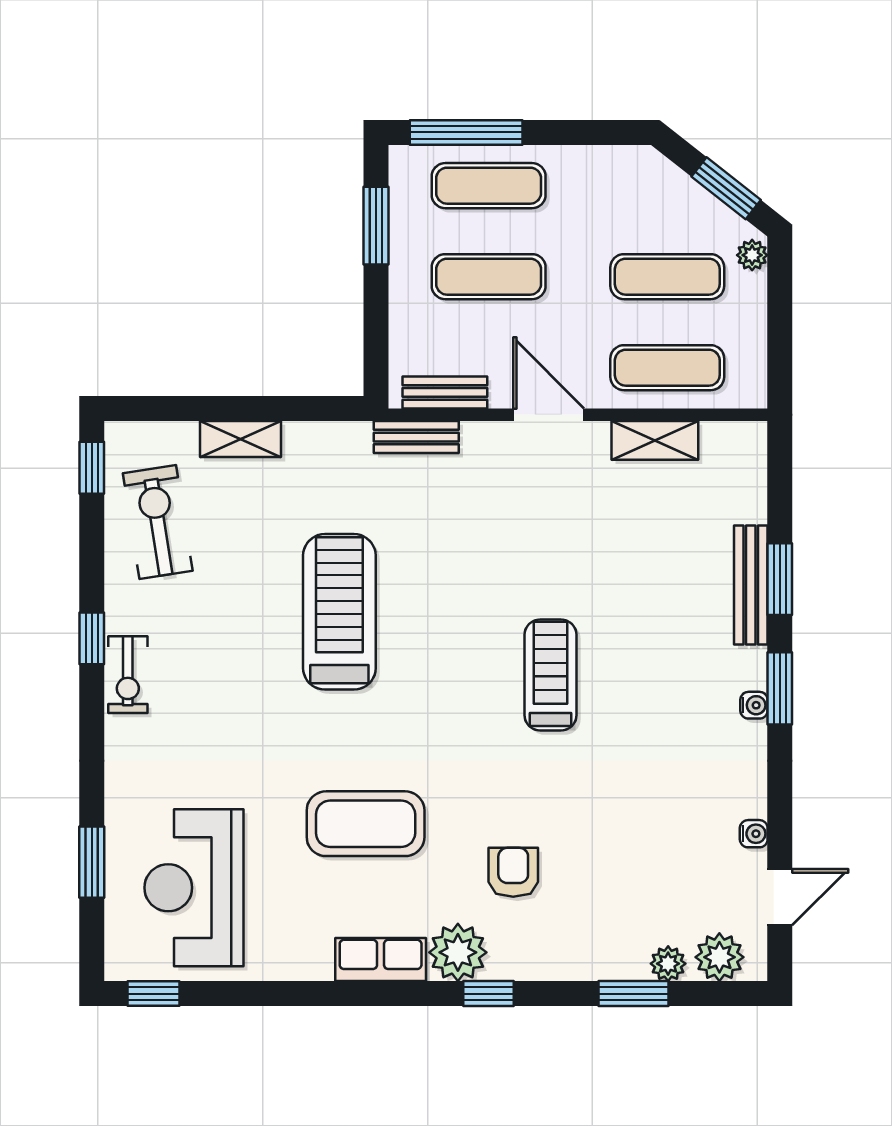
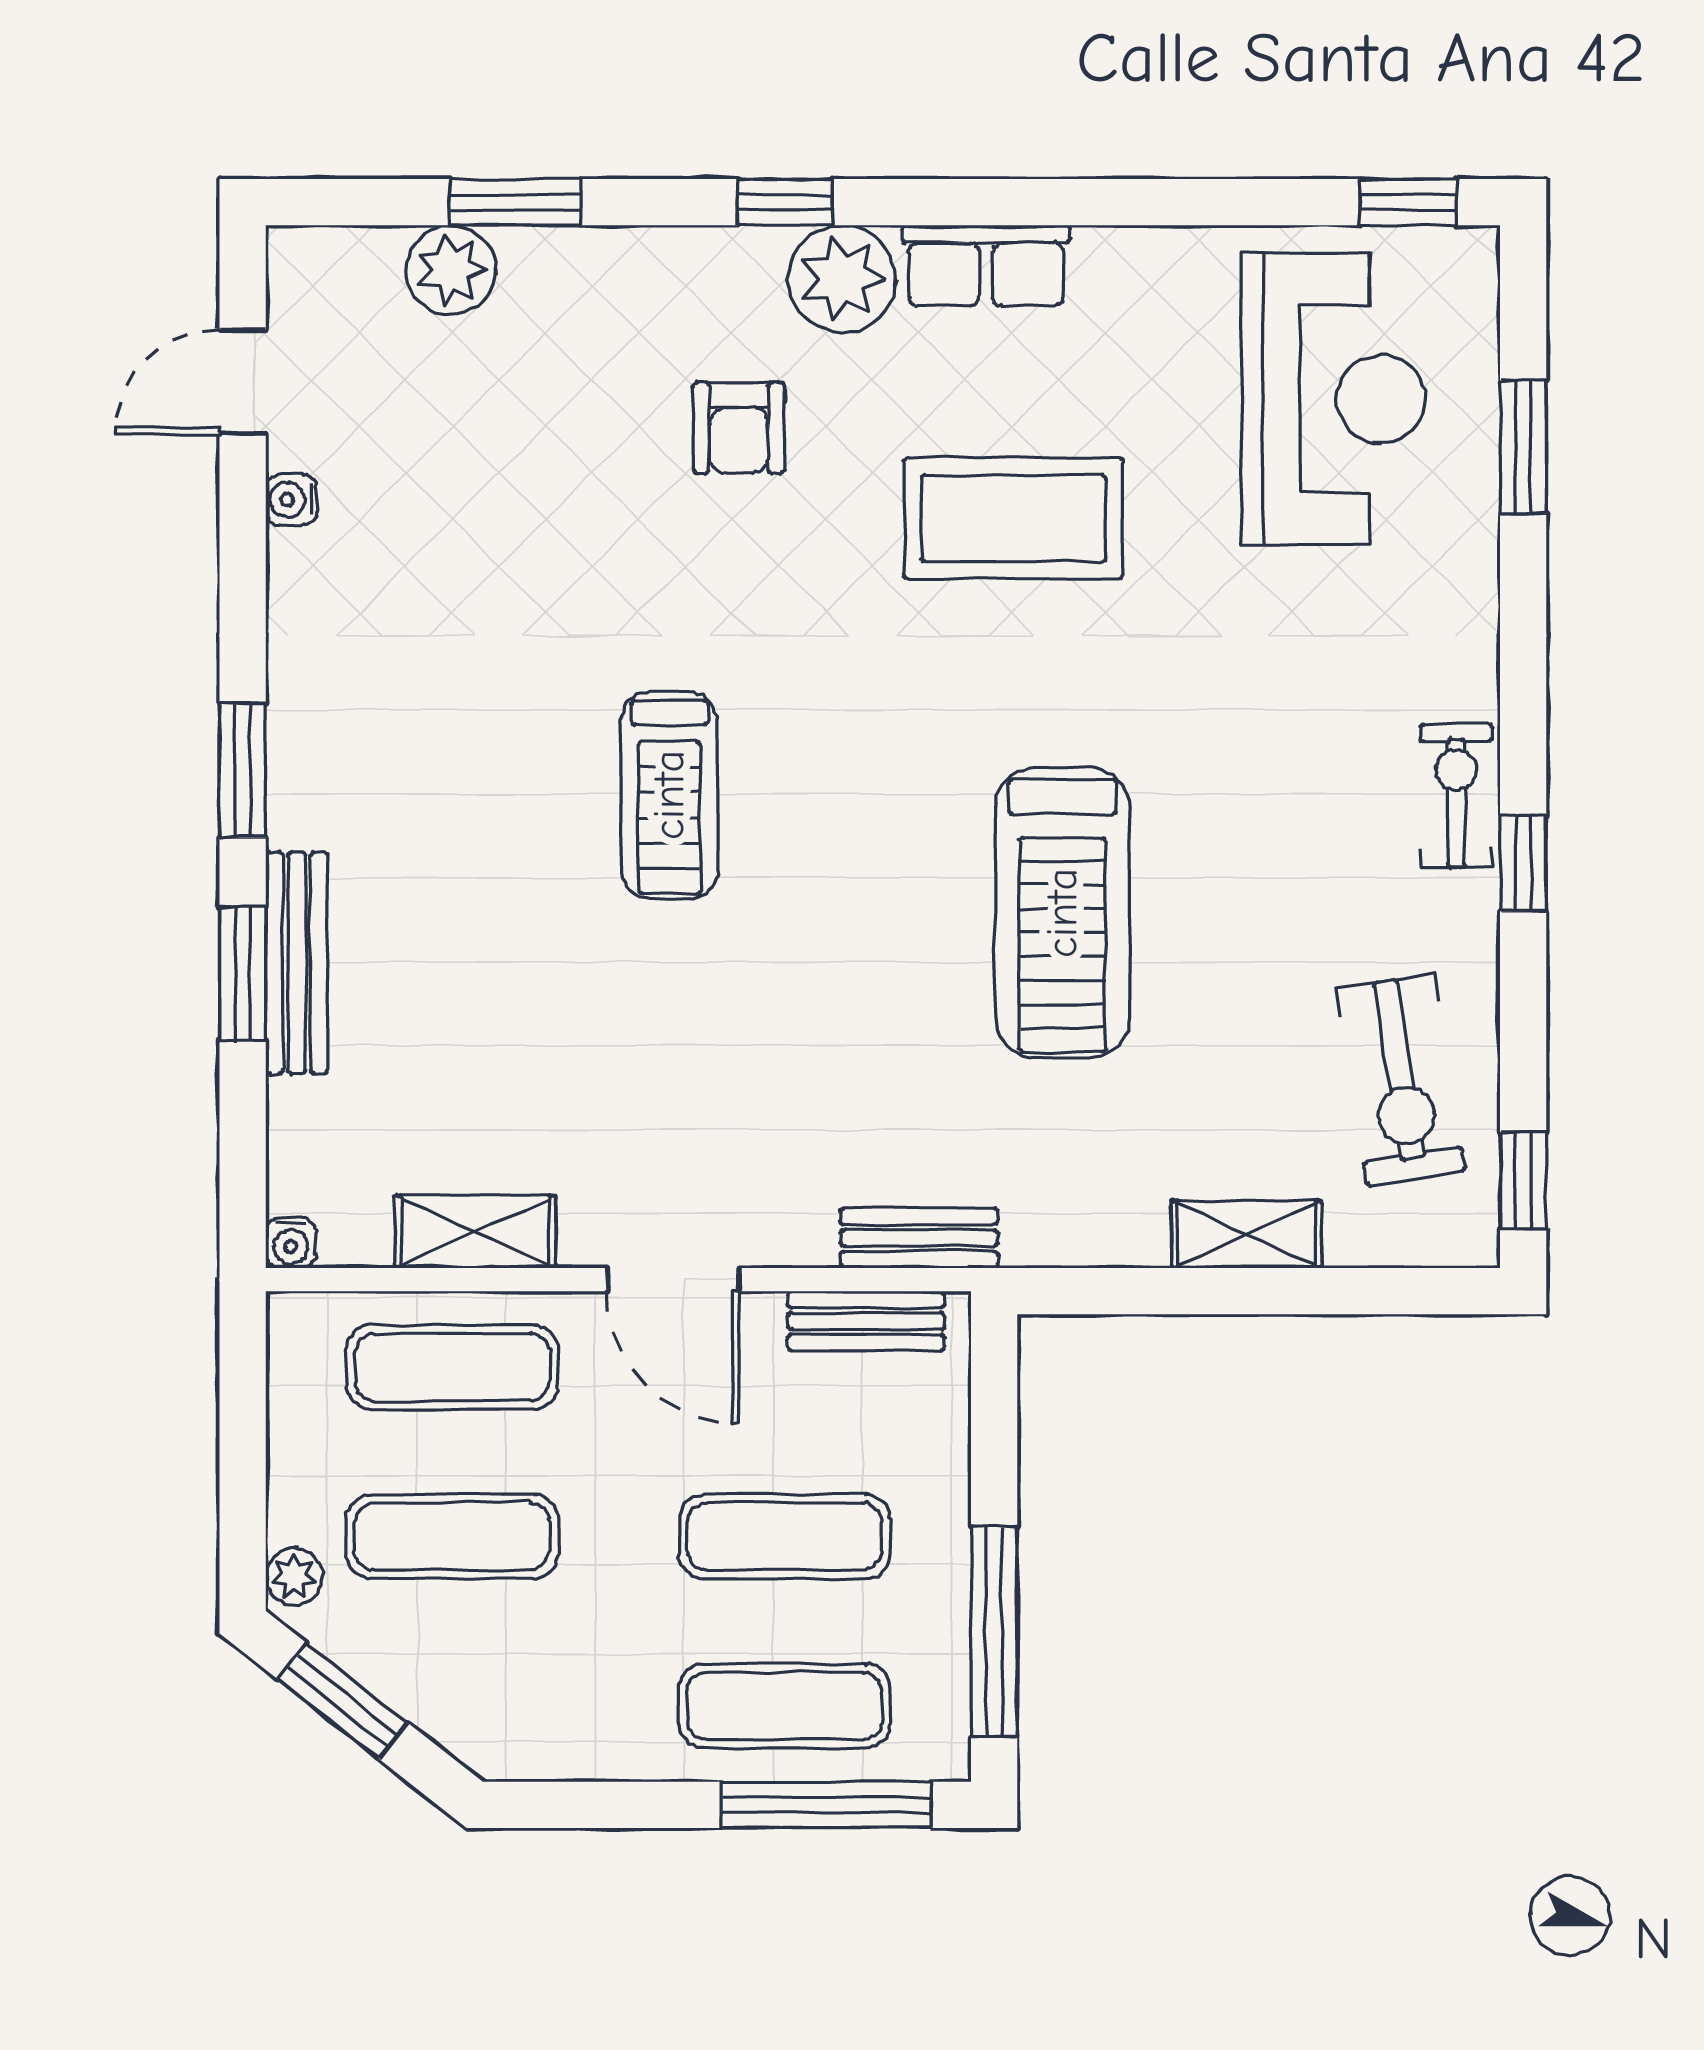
window: (376, 226) -> (994, 1631), width x1.44
water cooler: (754, 705) -> (291, 1243), moved, turned -90
plant: (719, 957) -> (355, 270), removed
plant: (668, 964) -> (451, 270), width x1.38, depth x1.38

